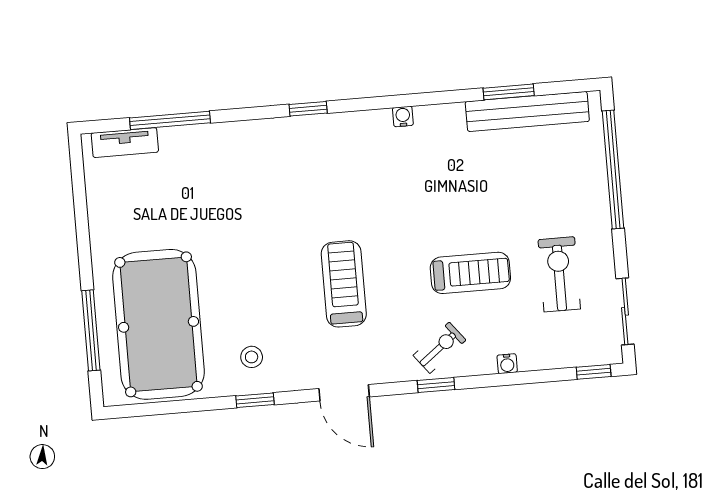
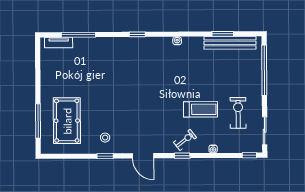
treadmill: (344, 284) -> (147, 110), removed
pool table: (159, 324) -> (67, 121), width x0.73, depth x0.76

